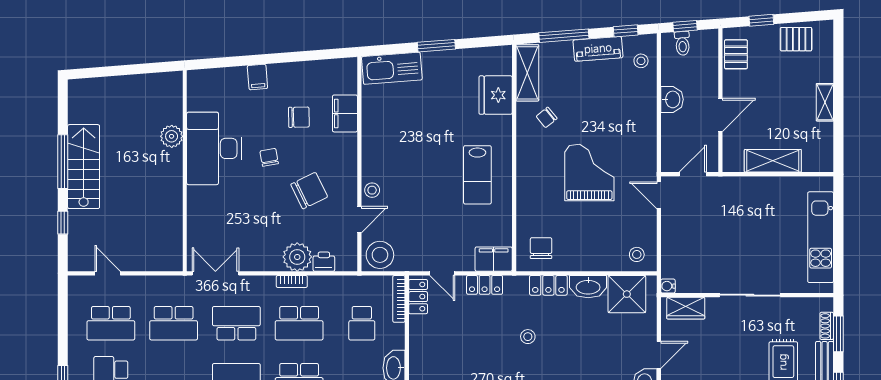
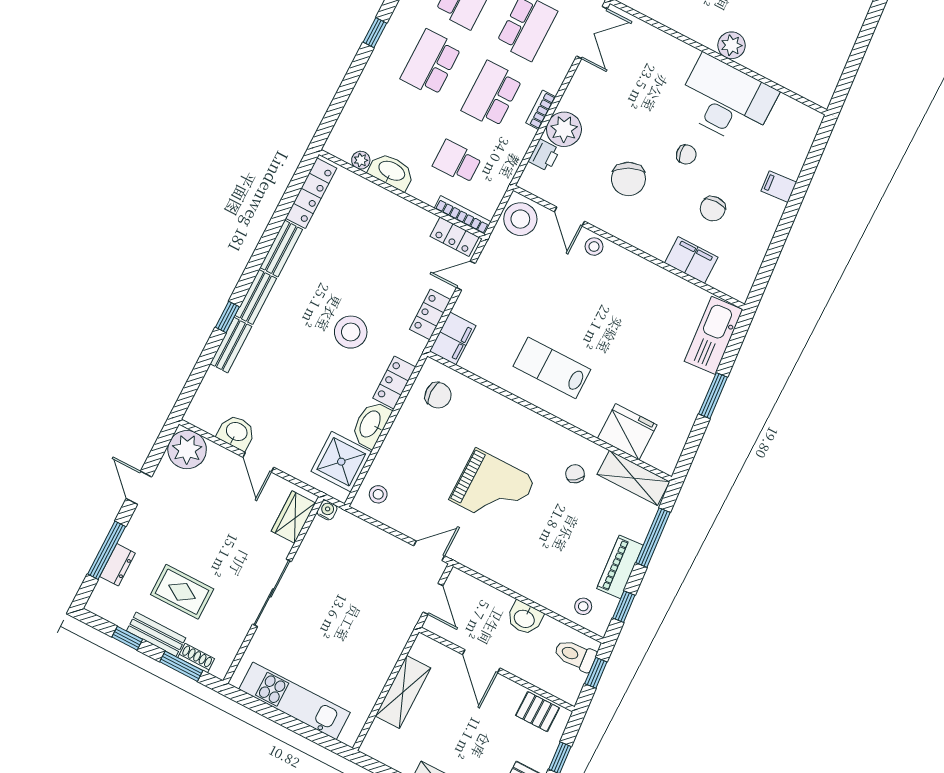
toilet: (682, 43) -> (575, 655), width x1.37, depth x1.39
plant: (172, 136) -> (731, 45), moved
stool: (528, 337) -> (351, 332), width x1.89, depth x1.89

